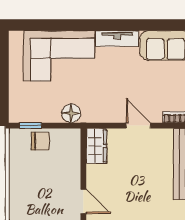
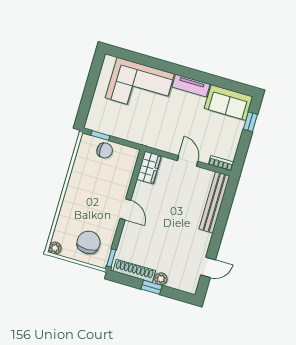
floor lamp: (71, 113) -> (136, 135), removed

